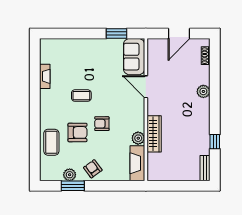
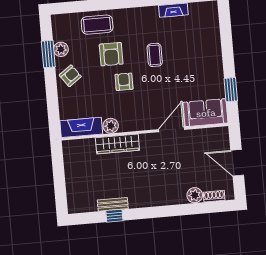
plant: (203, 91) -> (195, 195), moved
bench: (205, 168) -> (113, 204), moved

